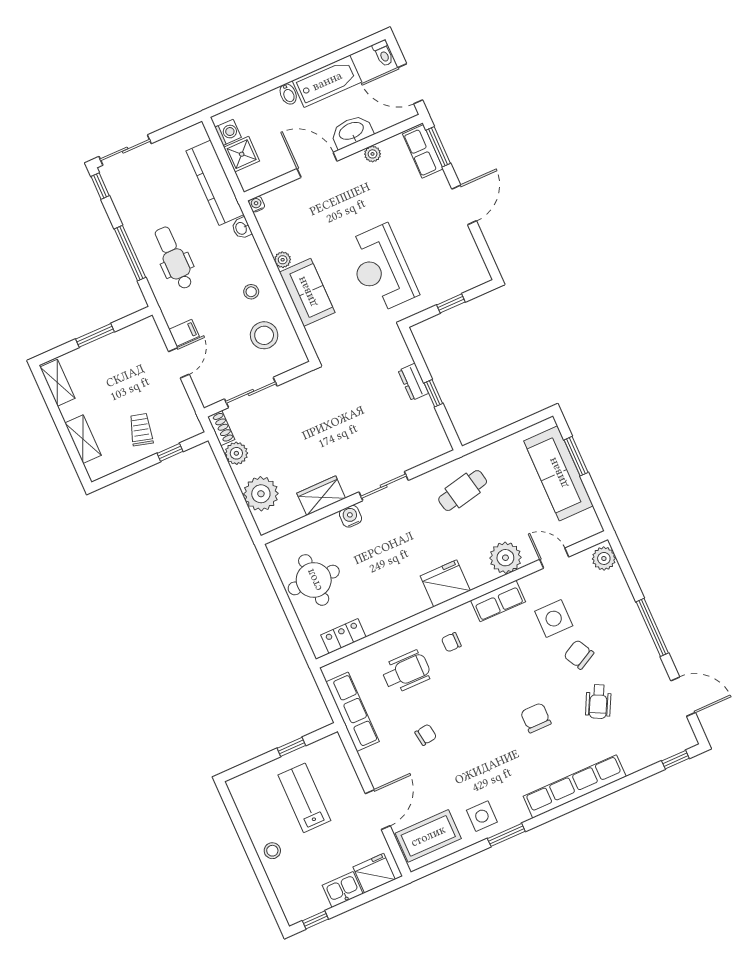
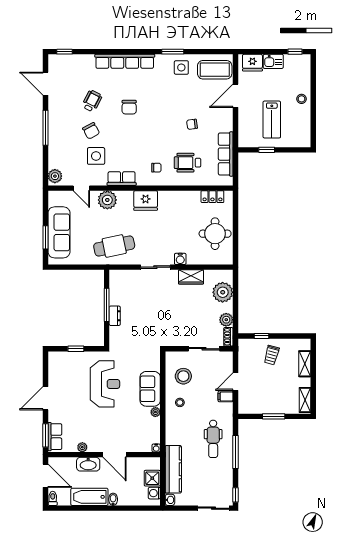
washbasin: (242, 228) -> (170, 500), moved
window: (433, 393) -> (107, 305), width x2.17
cafe table: (463, 491) -> (114, 246), width x1.37, depth x1.35

